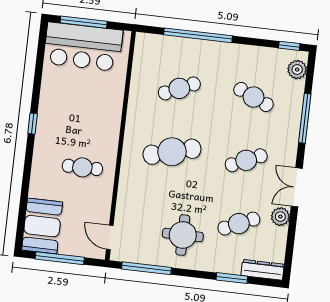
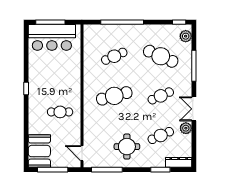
cafe table: (254, 97) -> (161, 56), width x1.37, depth x1.35

